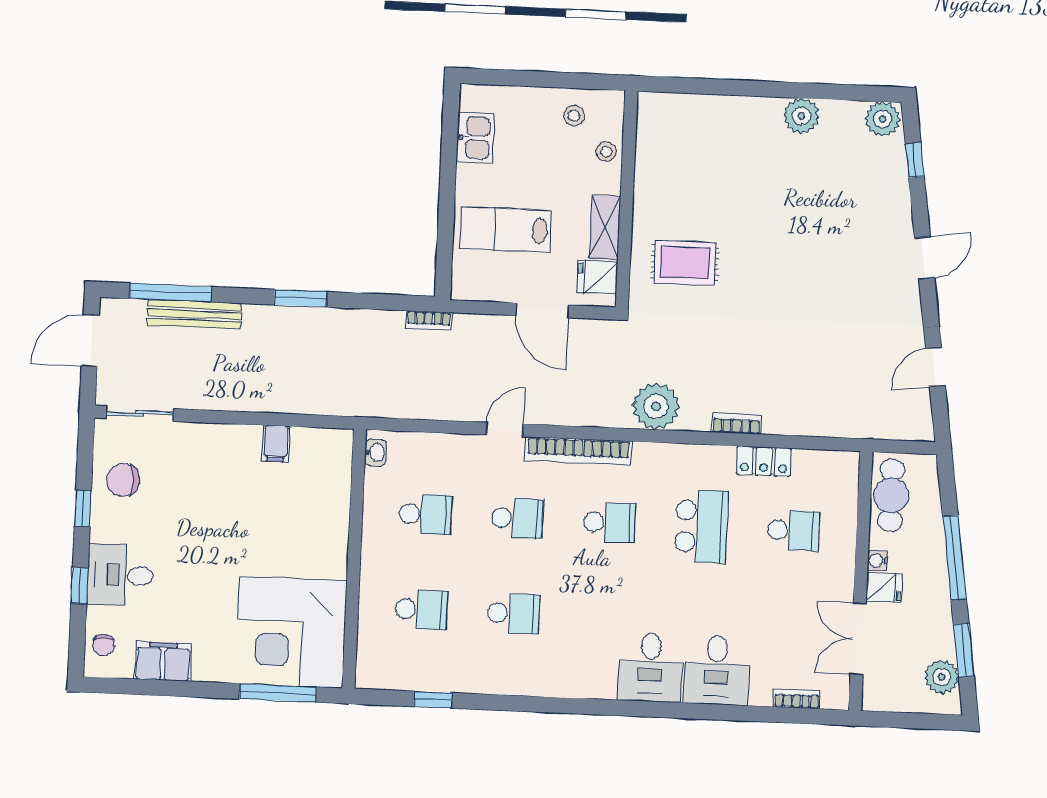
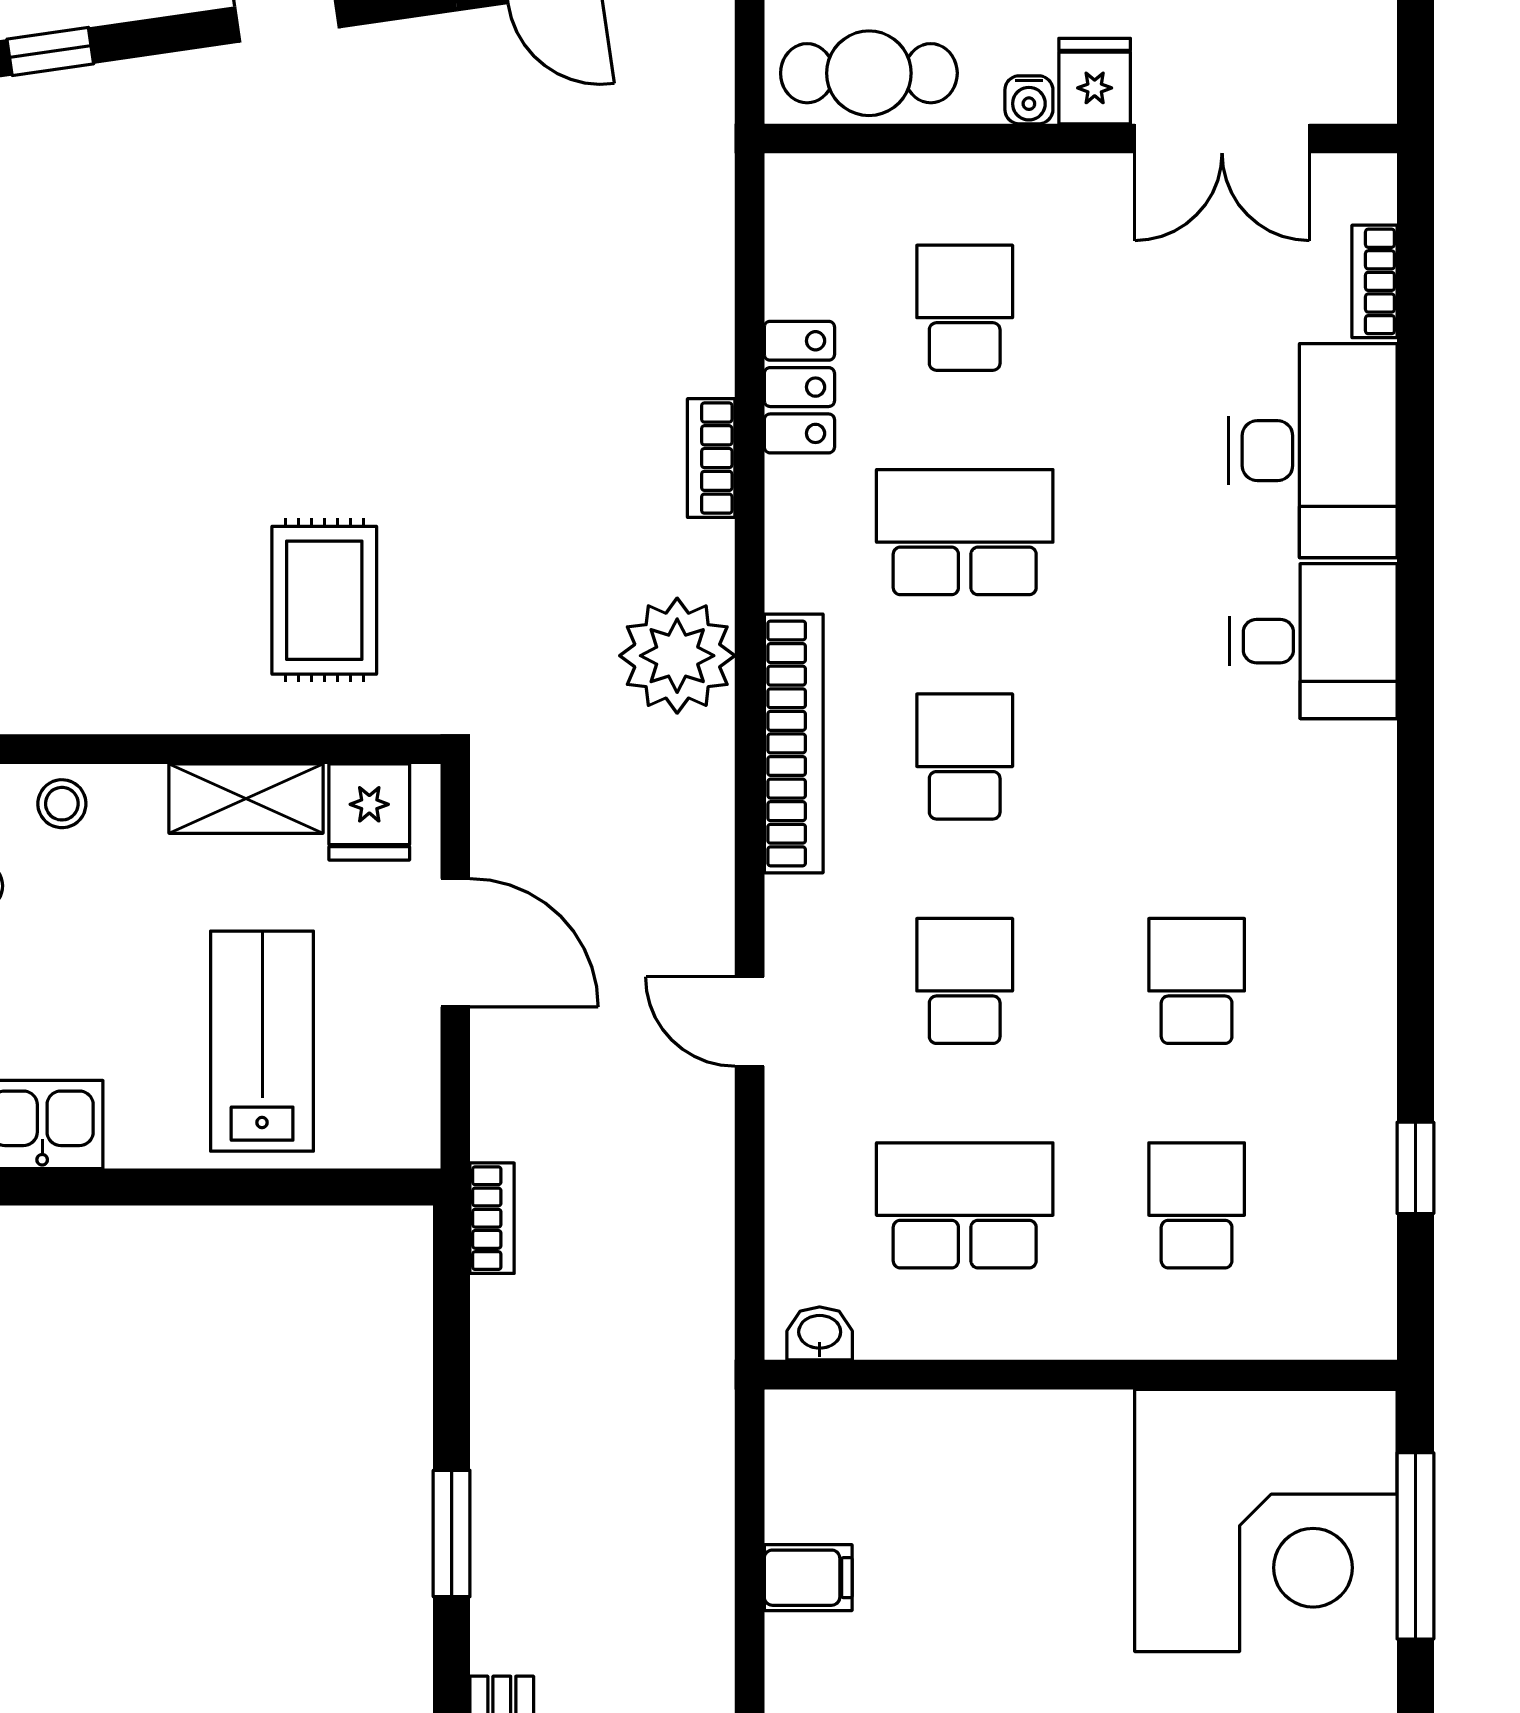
lab bench: (505, 229) -> (262, 1041), turned 180
door: (542, 310) -> (455, 943), hinge flipped
bookcase: (578, 451) -> (794, 743), moved
school desk: (426, 514) -> (965, 1205), width x1.85
desk: (717, 670) -> (1313, 451), width x1.37

